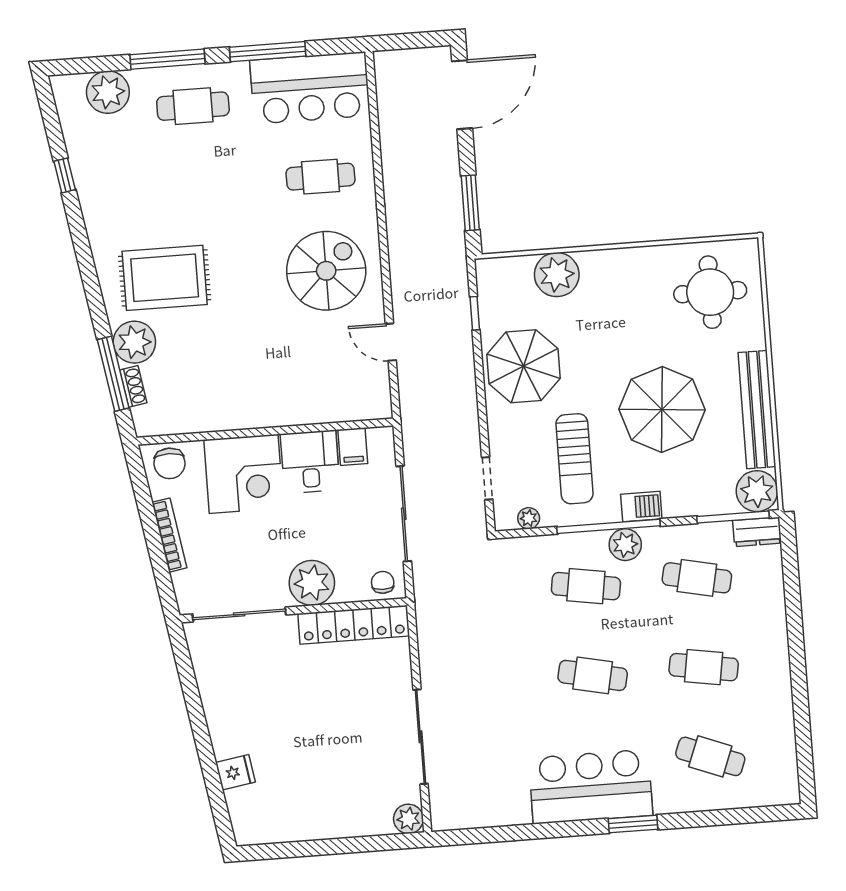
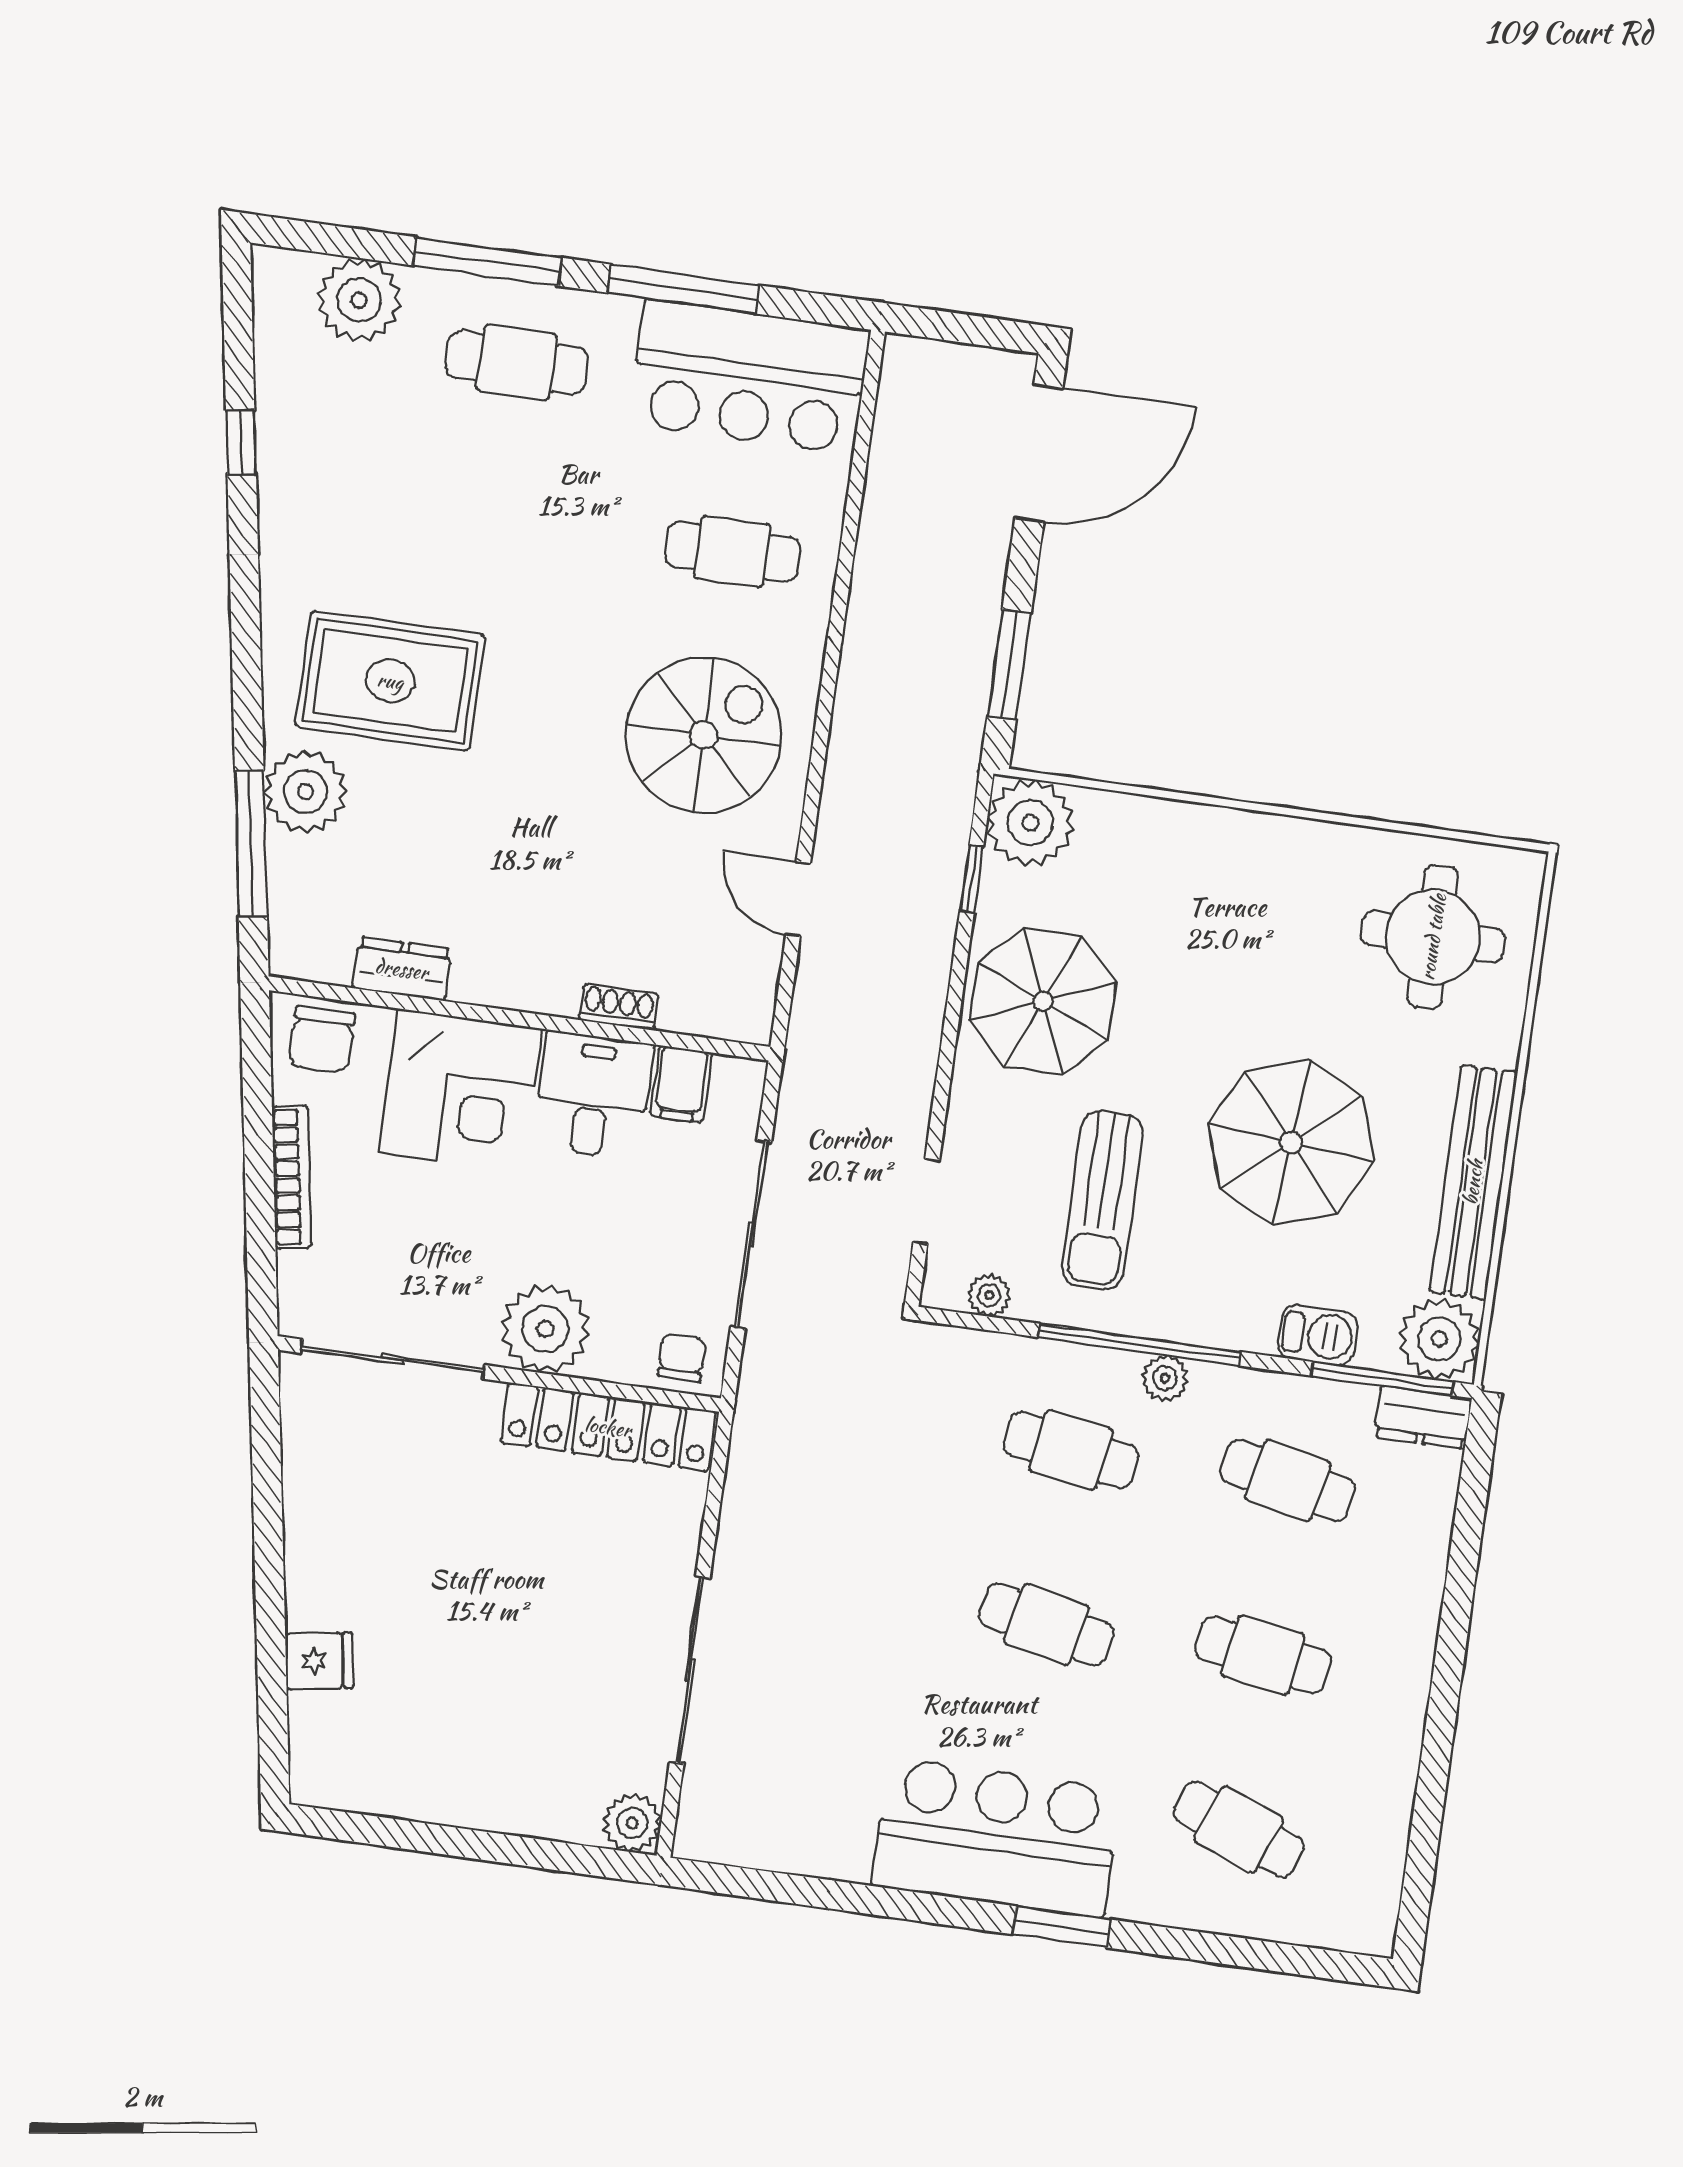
plant: (557, 275) -> (1030, 823), moved
shoe rack: (133, 386) -> (619, 1007), moved, turned -81
dresser: (202, 420) -> (402, 969), added
barbecue: (641, 507) -> (1318, 1335), moved
plant: (625, 545) -> (1165, 1378), width x0.73, depth x0.73

